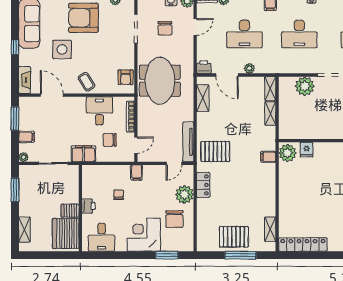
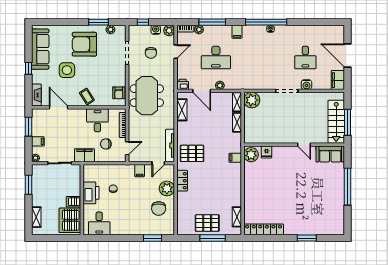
desk: (299, 34) -> (261, 57), removed
plant: (305, 86) -> (252, 100), moved
filing cabinet: (137, 172) -> (140, 171), moved
printer: (88, 206) -> (91, 193), width x1.87, depth x1.48
corner desk: (144, 235) -> (134, 221), removed

